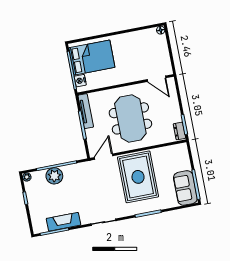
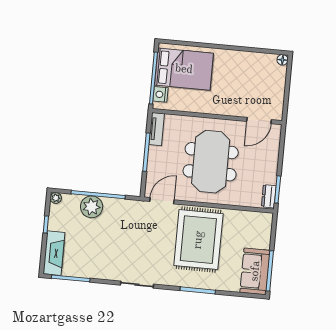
door: (157, 79) -> (259, 121), hinge flipped
tv unit: (86, 111) -> (157, 129), width x0.71
fireplace: (64, 222) -> (54, 253), moved, turned 90

